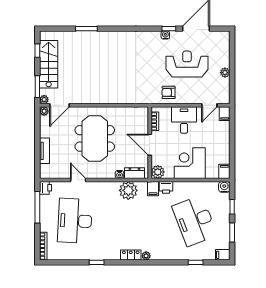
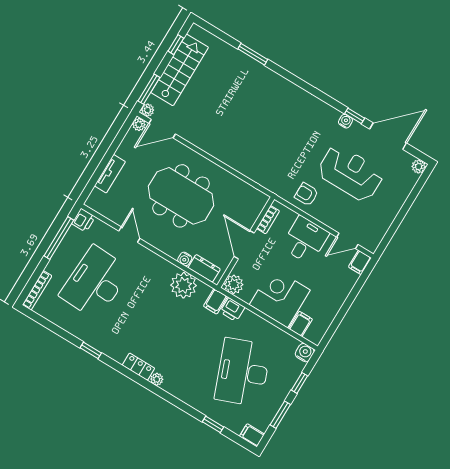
plant: (225, 73) -> (419, 167), moved
meeting table: (95, 138) -> (181, 196), turned 90
filing cabinet: (224, 171) -> (301, 324), moved

